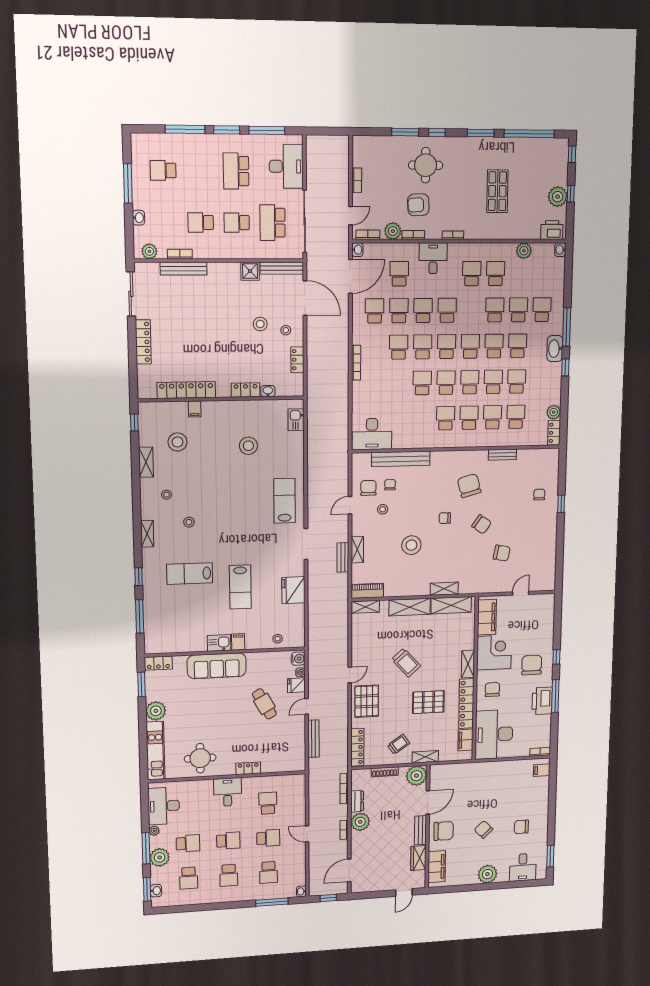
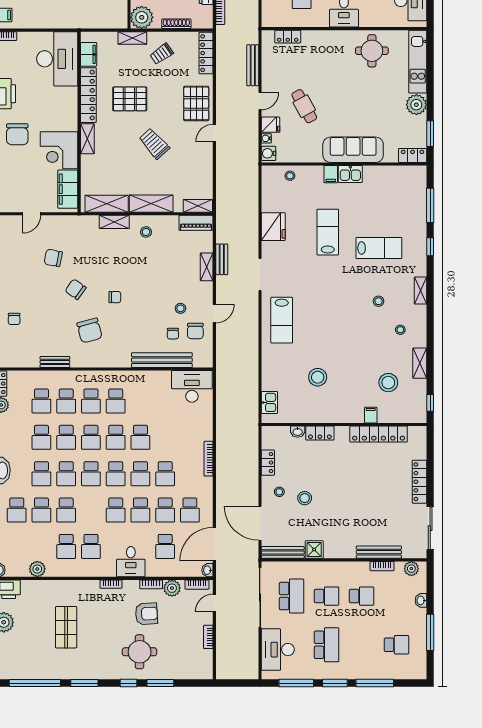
stool: (411, 545) -> (146, 232), moved, width x0.53, depth x0.53
chair: (492, 690) -> (60, 109), removed
locker: (248, 768) -> (288, 37), moved

